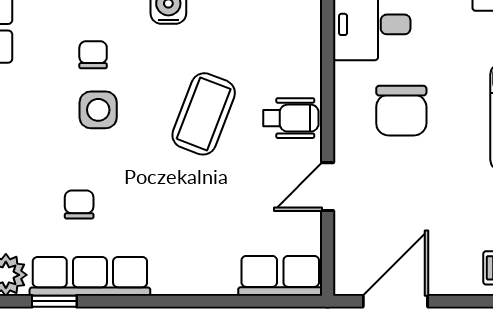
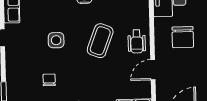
chair: (93, 55) -> (53, 17), removed
wheelchair: (291, 118) -> (137, 41), turned 90

